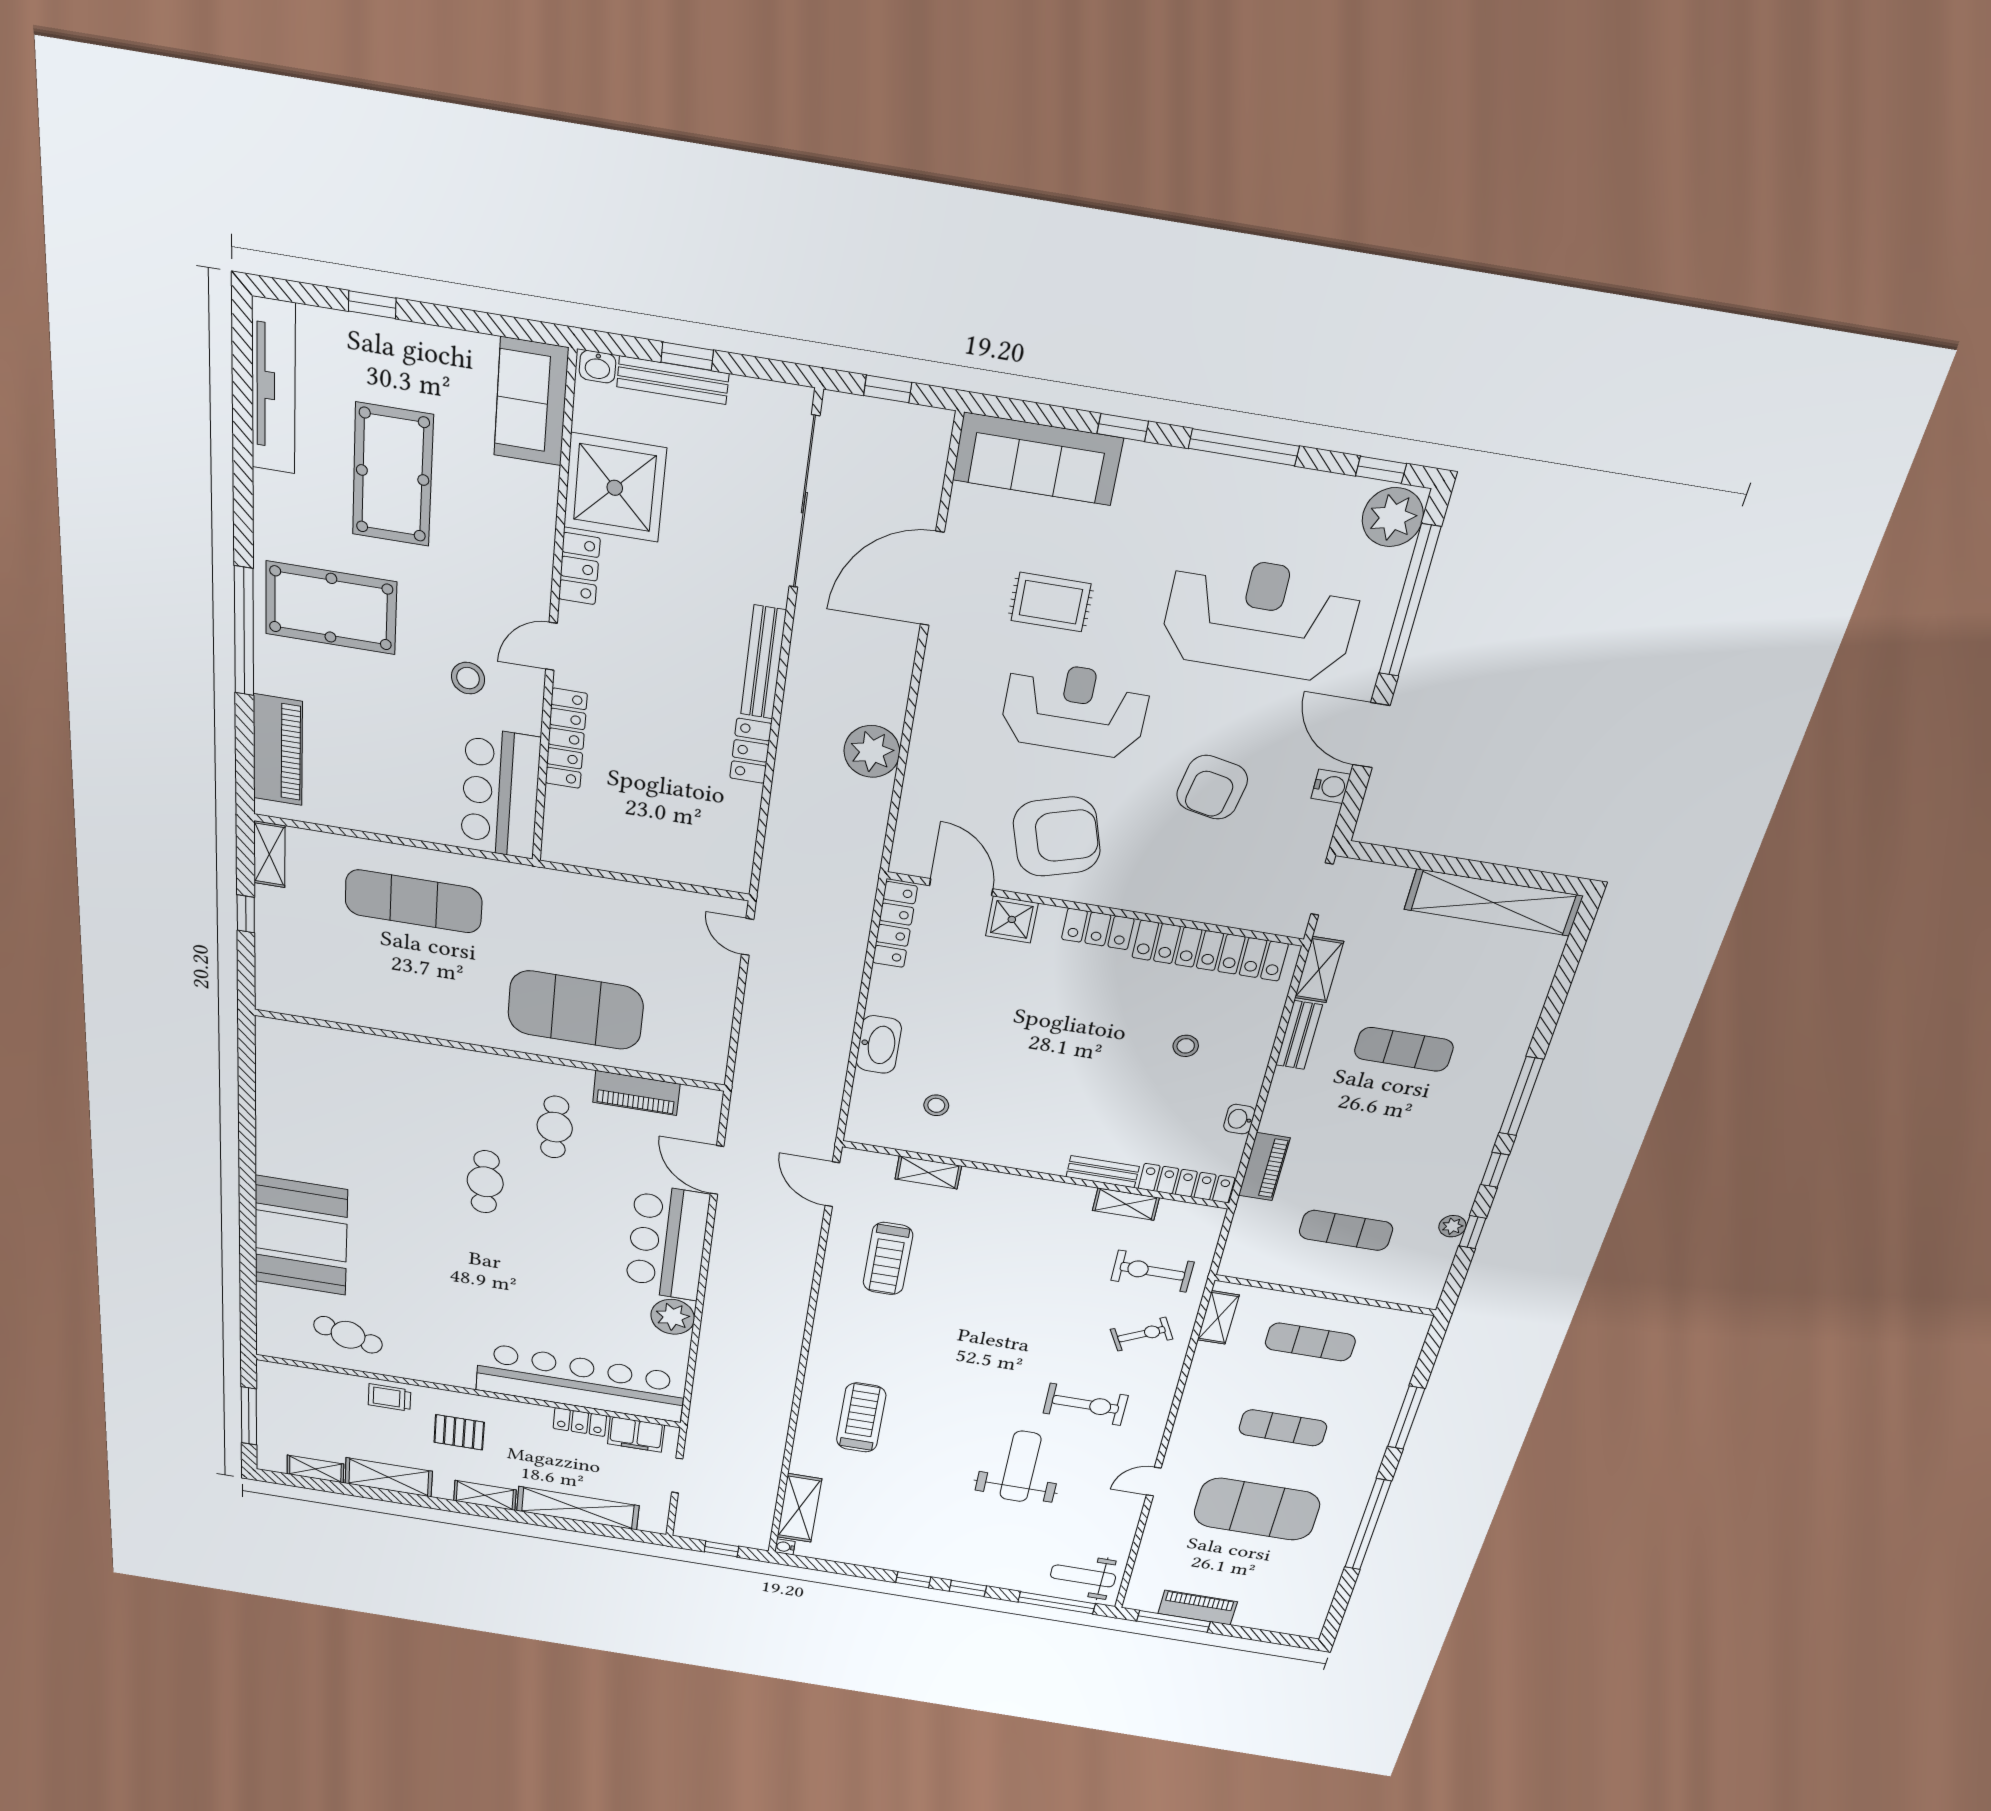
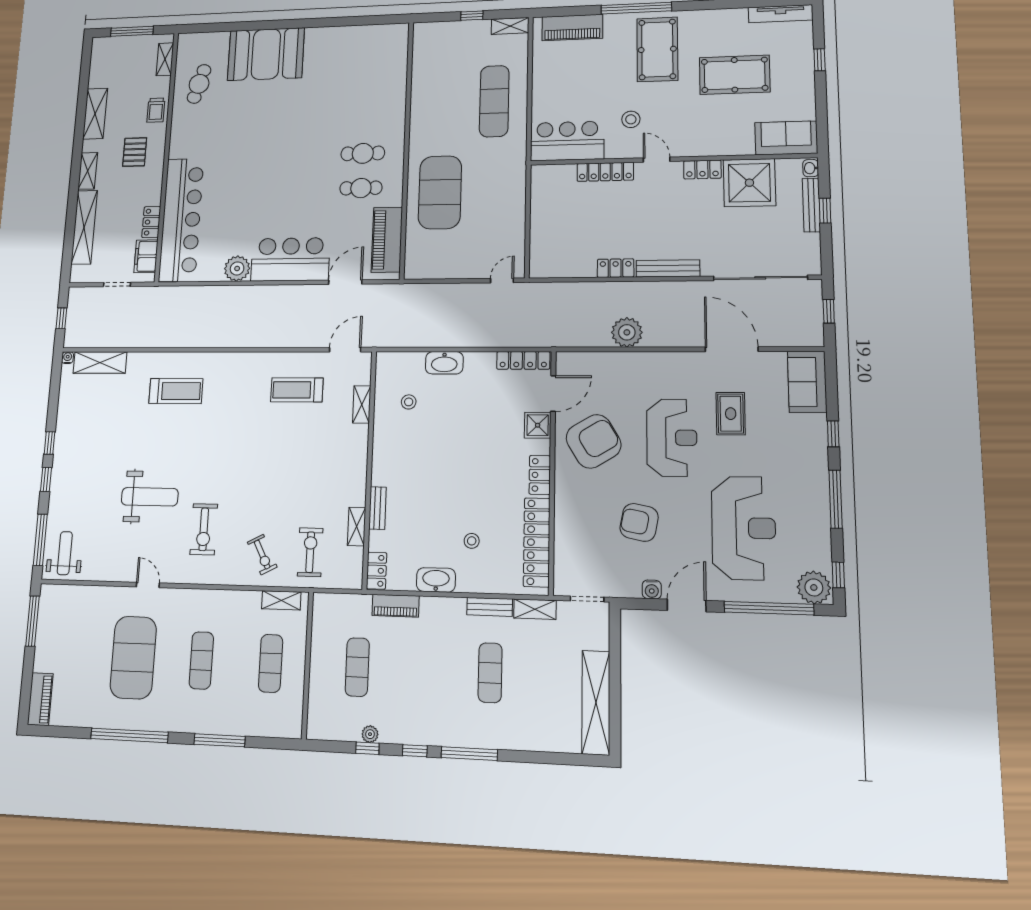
tv unit: (273, 386) -> (780, 14), width x0.73, depth x0.78
sofa: (1038, 459) -> (807, 382), width x0.73
armchair: (1057, 837) -> (594, 441), turned -104
piano: (636, 1093) -> (387, 240), width x1.37, depth x1.33
washbasin: (1239, 1119) -> (436, 580), width x1.91, depth x1.45
cafe table: (485, 1182) -> (363, 153), moved
locker: (1186, 1183) -> (377, 571), width x0.66
trolley: (390, 1397) -> (156, 110), turned 180
shelving: (315, 1469) -> (165, 59), moved
piano: (1198, 1608) -> (40, 699), moved

